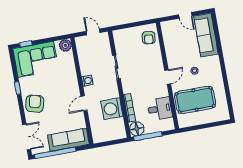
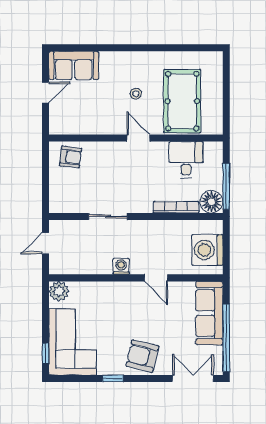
sofa: (206, 35) -> (74, 65), width x0.73
washing machine: (112, 109) -> (207, 250), moved, turned 90

